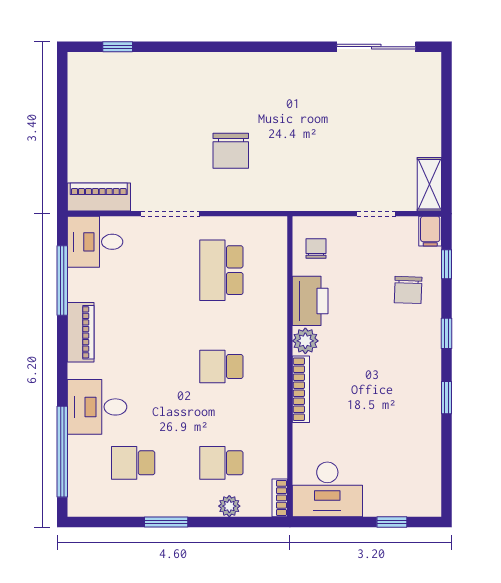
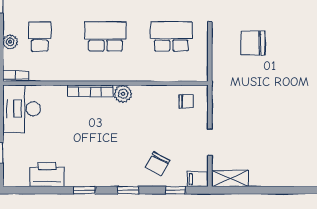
chair: (408, 290) -> (158, 164), turned -65
printer: (310, 301) -> (47, 175), moved, turned 180
school desk: (221, 367) -> (105, 36), width x1.85

